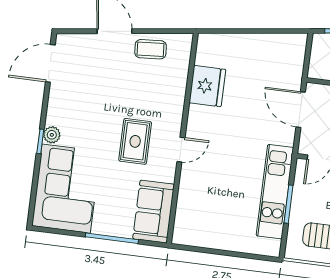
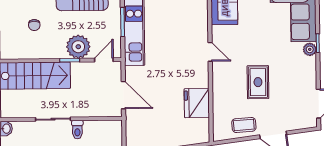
rug: (135, 141) -> (258, 82), moved
door: (181, 150) -> (210, 52), swing flipped

